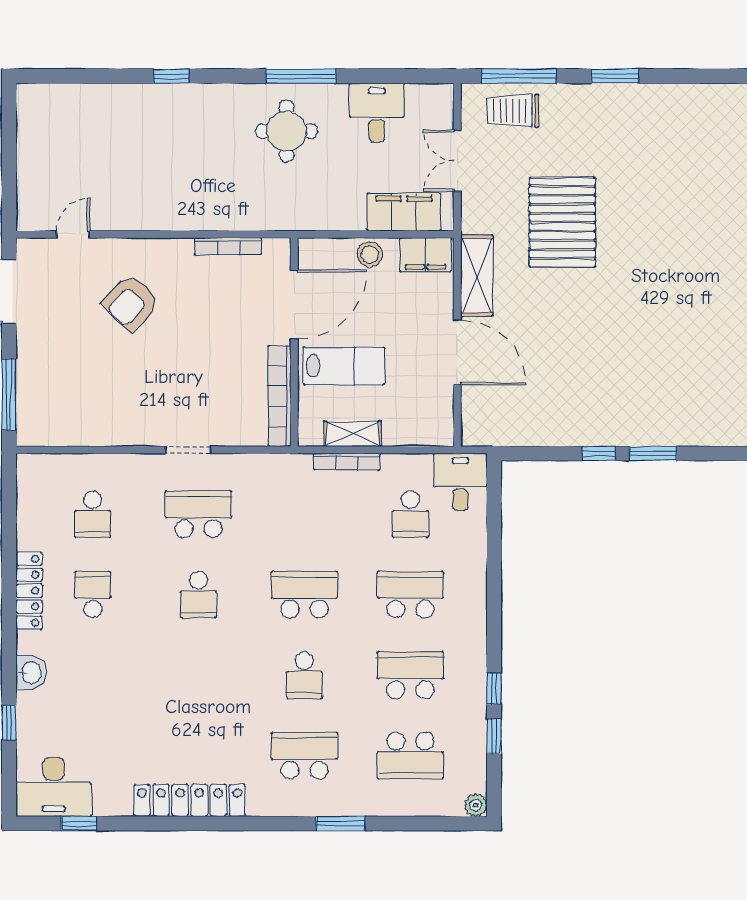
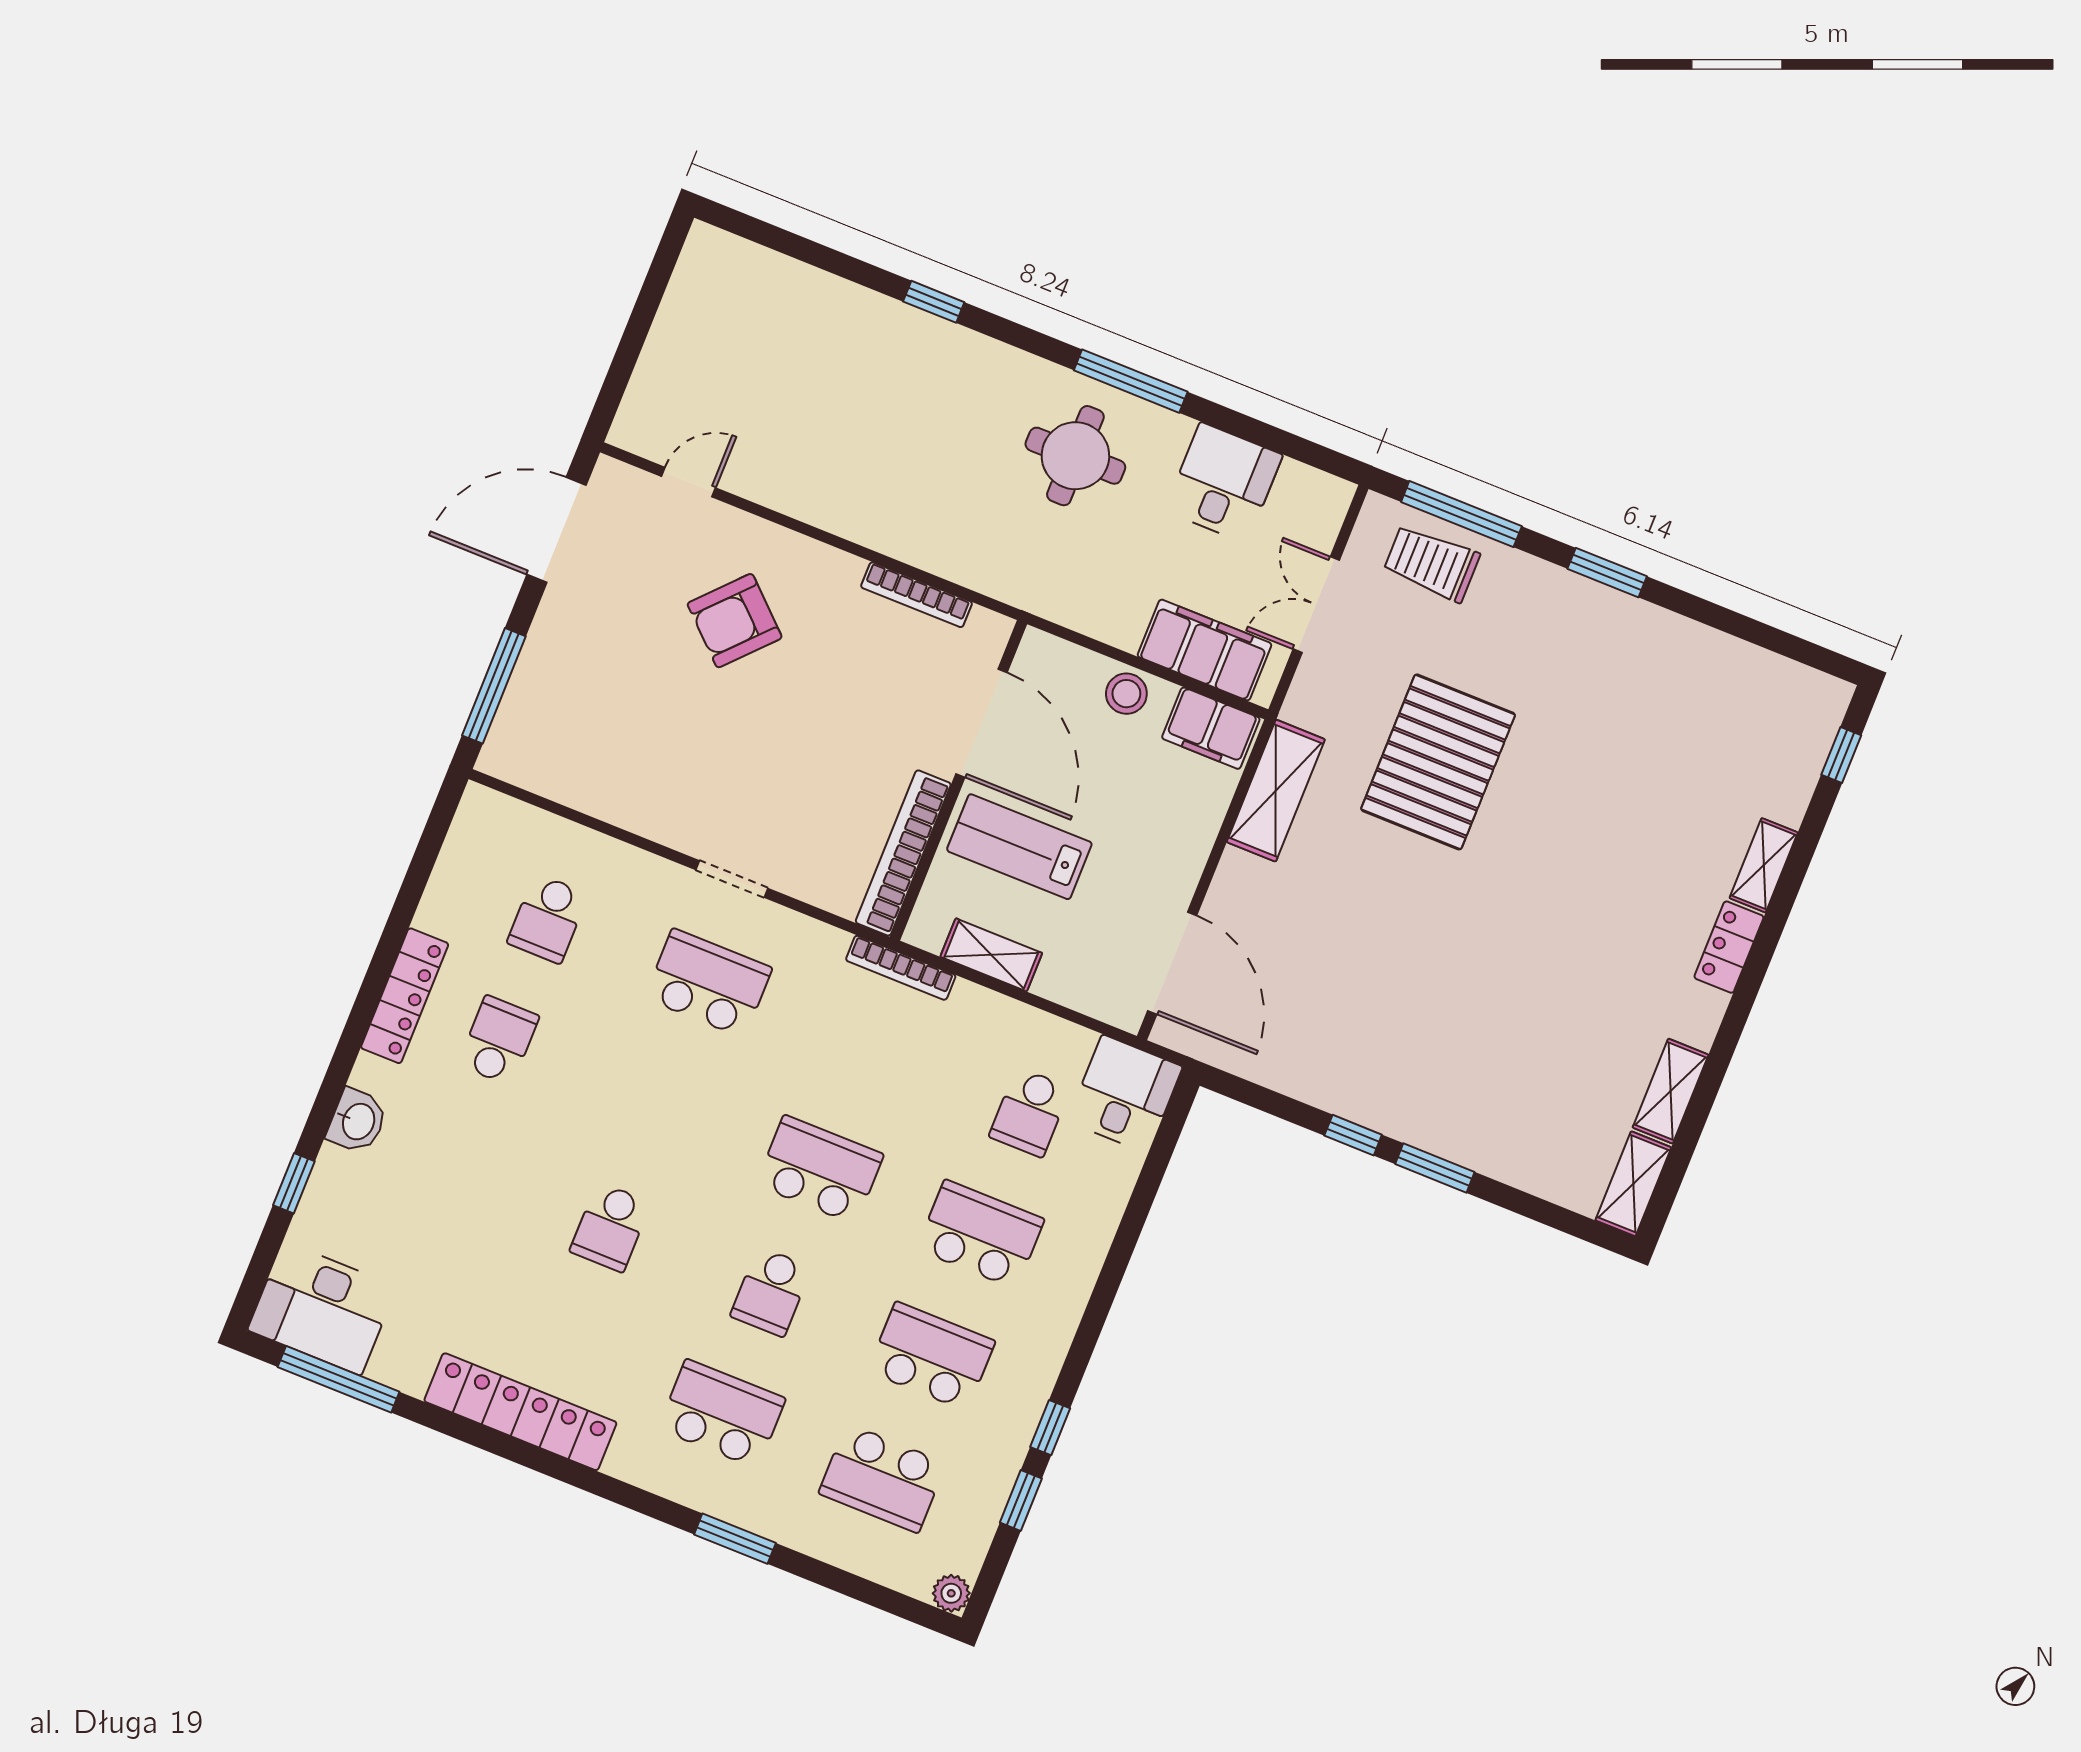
door: (294, 304) -> (982, 723), hinge flipped
door: (457, 353) -> (1172, 963), moved
lab bench: (344, 366) -> (1019, 847), turned 180
bookcase: (347, 462) -> (901, 968), moved
school desk: (199, 595) -> (610, 1227), moved
window: (79, 824) -> (339, 1379), width x2.17

